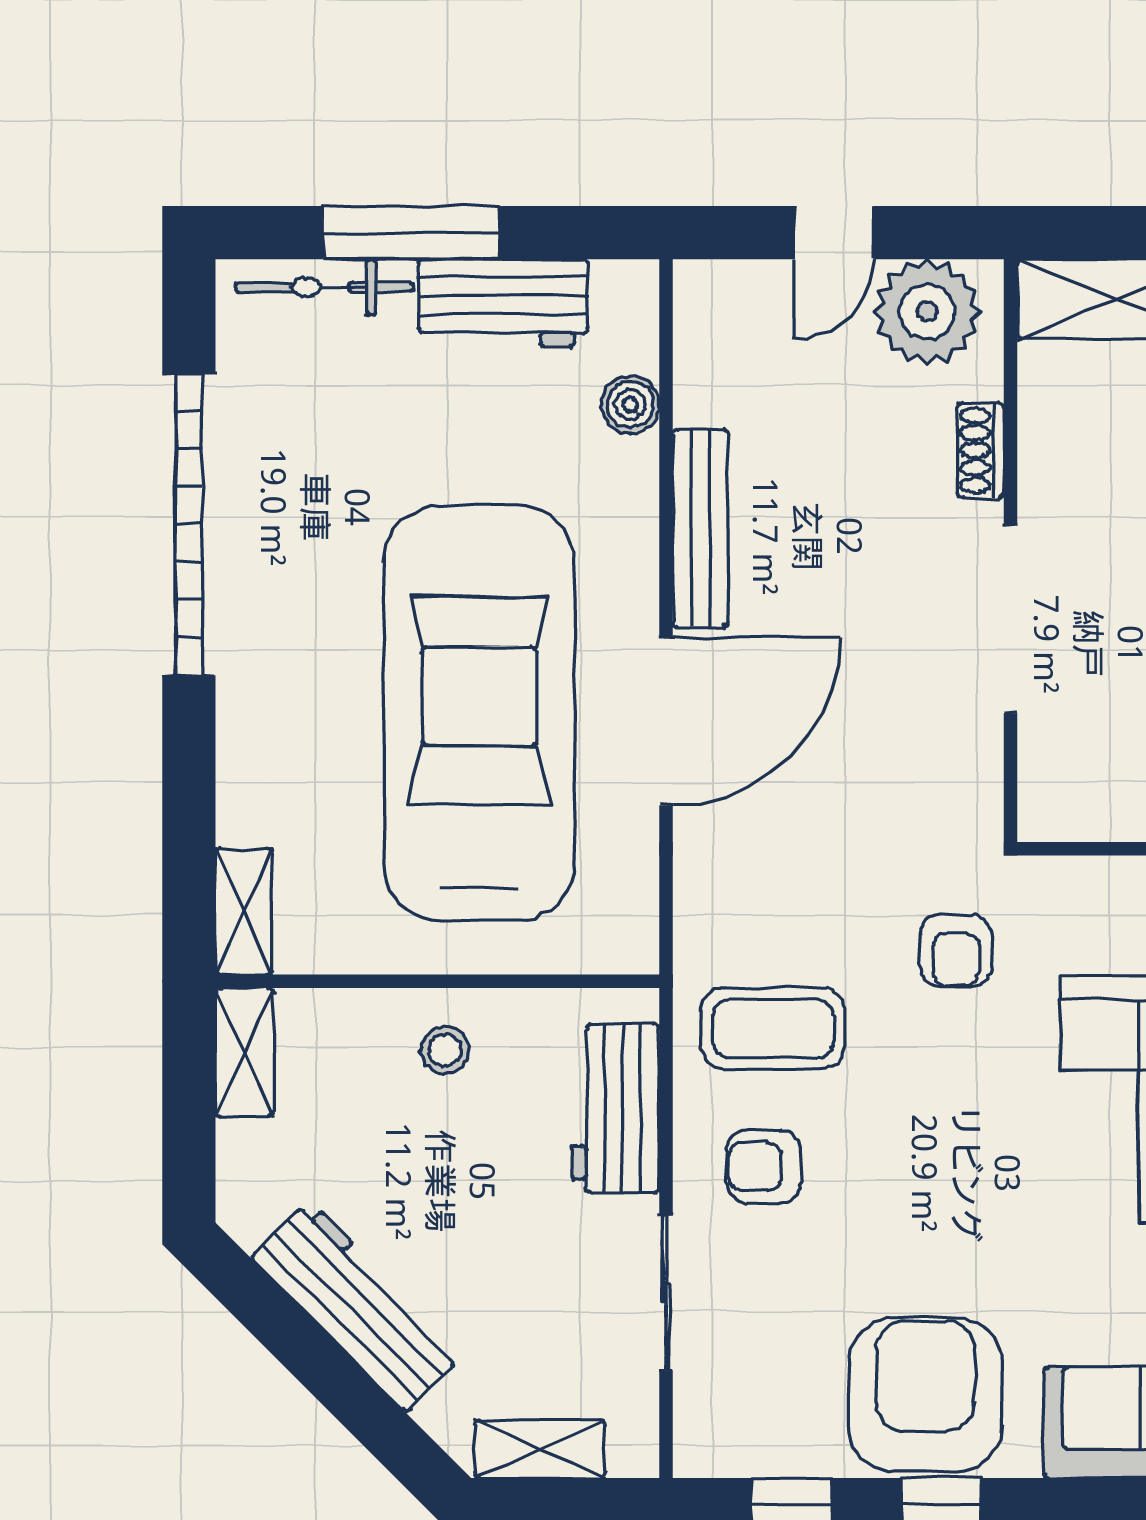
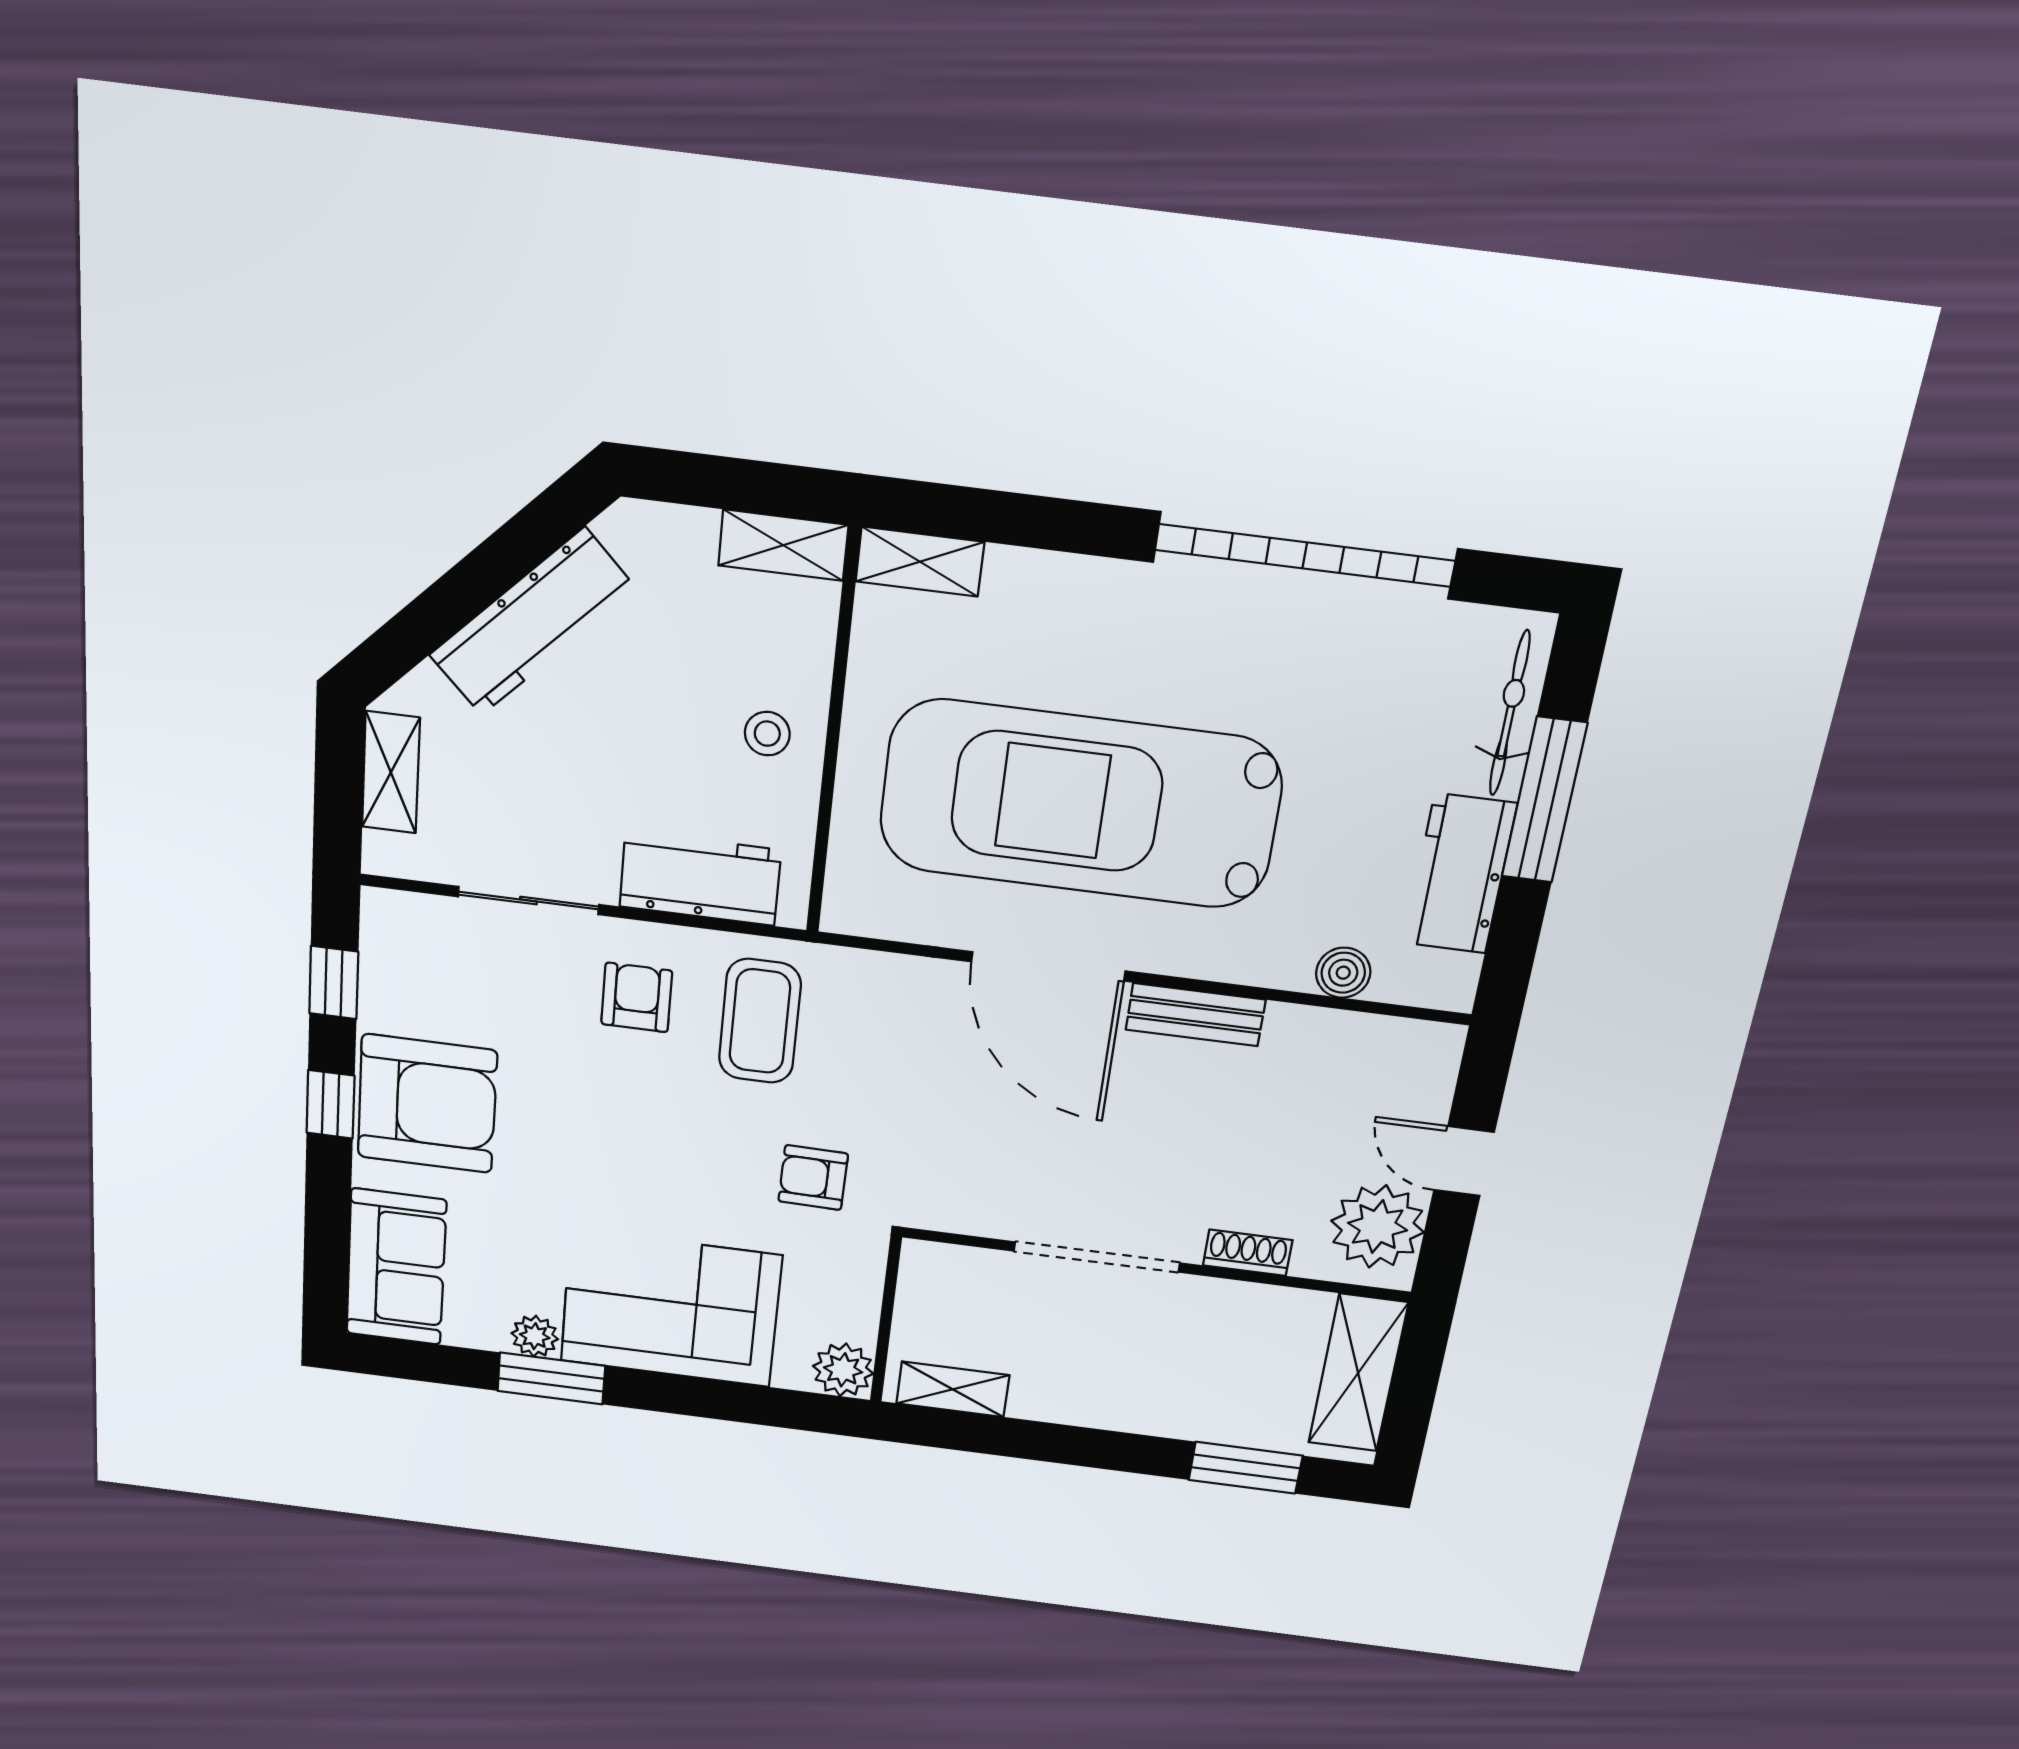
bench: (700, 528) -> (1196, 1015), width x0.73
car: (479, 713) -> (1080, 804), turned 180

